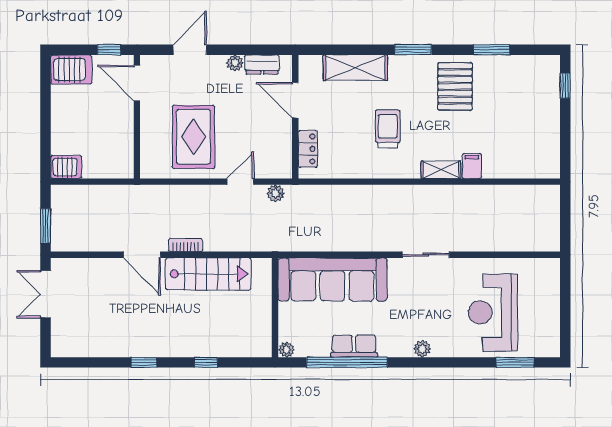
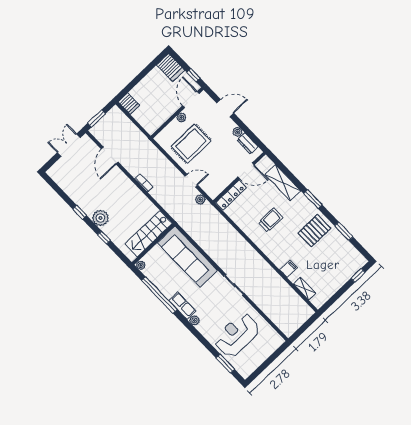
door: (295, 100) -> (246, 171), swing flipped
plant: (148, 117) -> (181, 118), added
locker: (308, 149) -> (231, 195), width x1.53
shelving: (441, 170) -> (305, 289), moved
door: (142, 255) -> (110, 156), moved
stairs: (208, 274) -> (149, 234), moved, turned 90
plant: (177, 343) -> (100, 218), added
row of seats: (354, 346) -> (182, 306), moved

